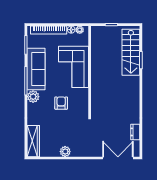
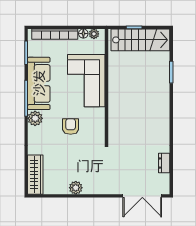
stairs: (131, 52) -> (140, 40), moved, turned -90
double door: (118, 158) -> (142, 196), swing flipped

